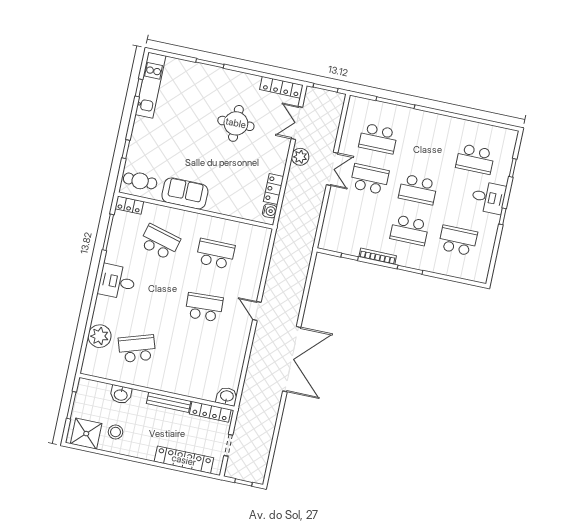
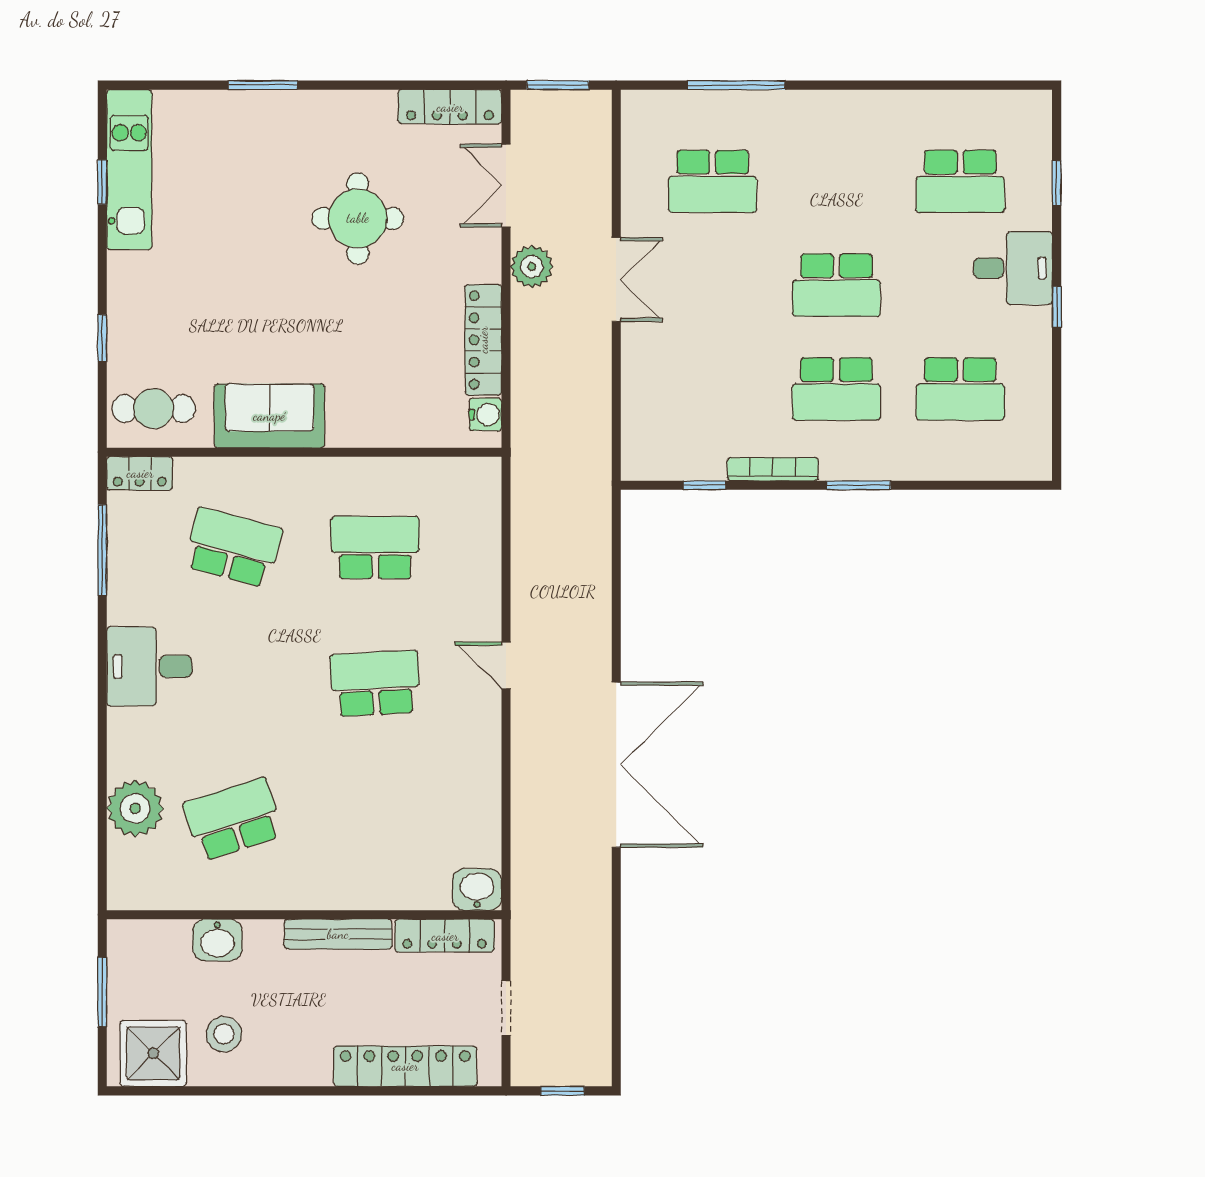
school desk: (369, 179) -> (713, 285), removed
locker: (273, 189) -> (483, 340), width x1.53
school desk: (458, 240) -> (960, 389), turned 180

